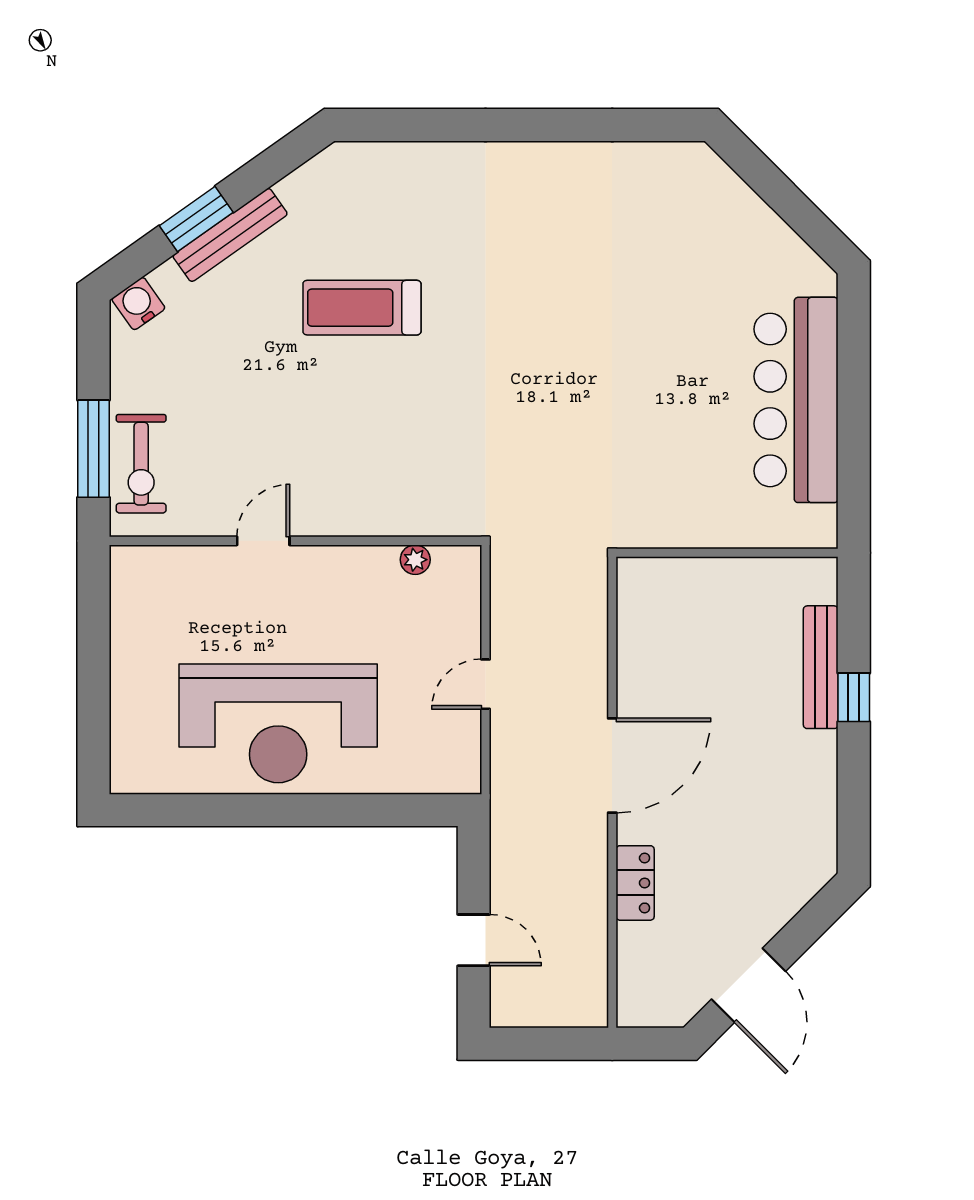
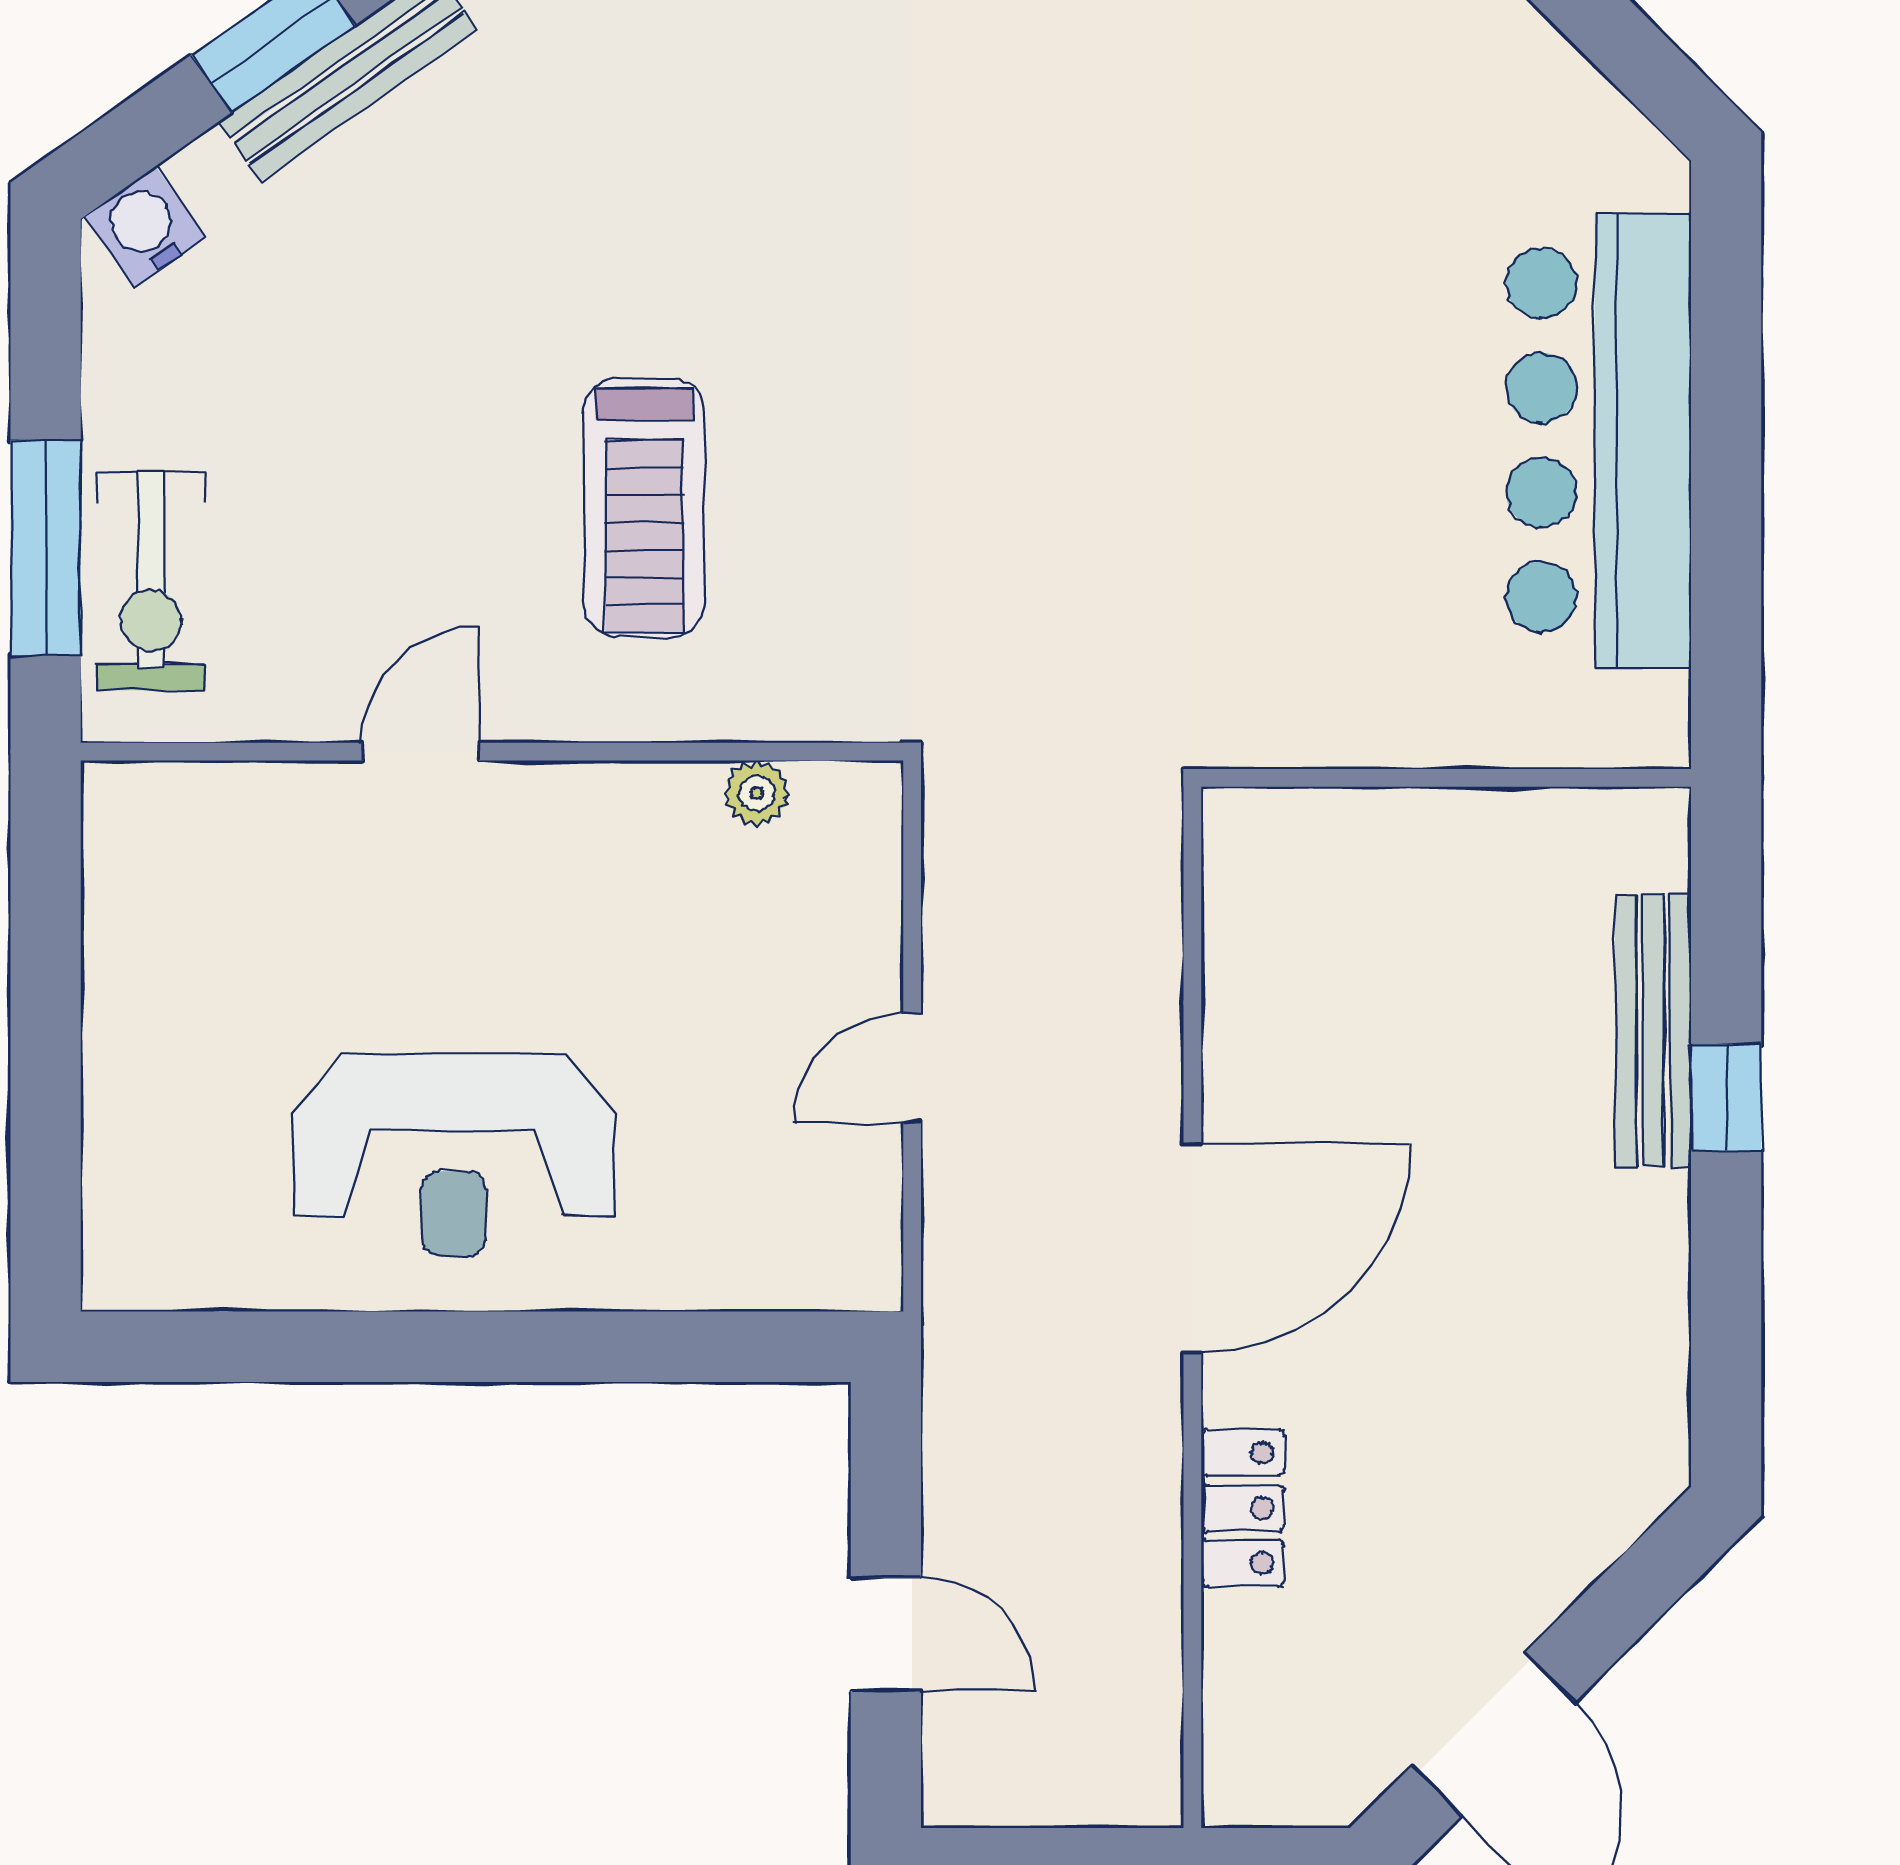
treadmill: (362, 308) -> (644, 508), moved, turned -90
reception desk: (278, 723) -> (454, 1155), width x0.74, depth x0.77

